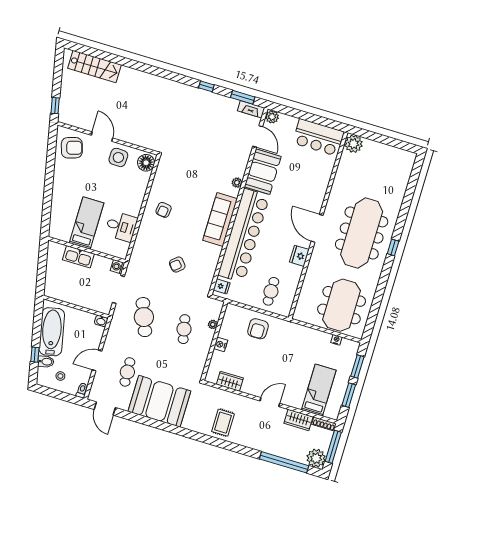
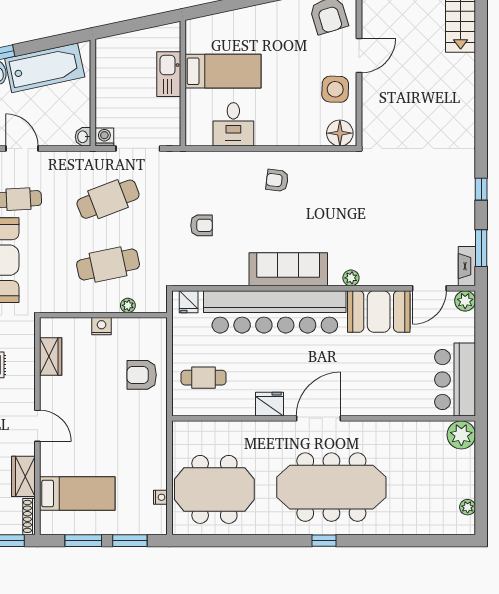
plant: (399, 153) -> (468, 507), added
armchair: (177, 265) -> (201, 225), turned 131
washing machine: (118, 267) -> (104, 137), moved
cafe table: (184, 329) -> (108, 264), width x1.37, depth x1.35

